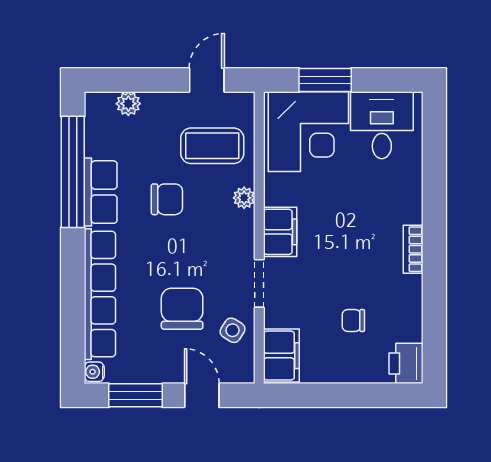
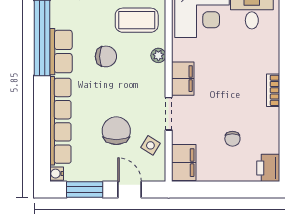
chair: (353, 320) -> (232, 139), turned -90

